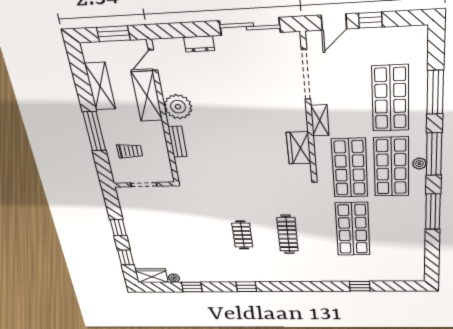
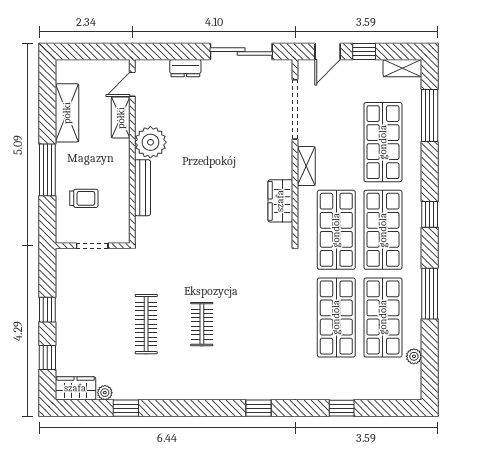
shelving: (409, 33) -> (402, 68), added
window: (113, 34) -> (95, 52), removed
window: (435, 92) -> (430, 115), moved
shelving: (147, 96) -> (121, 118), width x0.67, depth x0.75
bench: (178, 142) -> (143, 188), width x1.36
window: (434, 154) -> (430, 214), width x0.46
plant: (419, 164) -> (414, 356), moved
shop shelf: (392, 229) -> (383, 317), added
clothes rail: (288, 234) -> (146, 324), moved
window: (246, 287) -> (259, 408), moved

